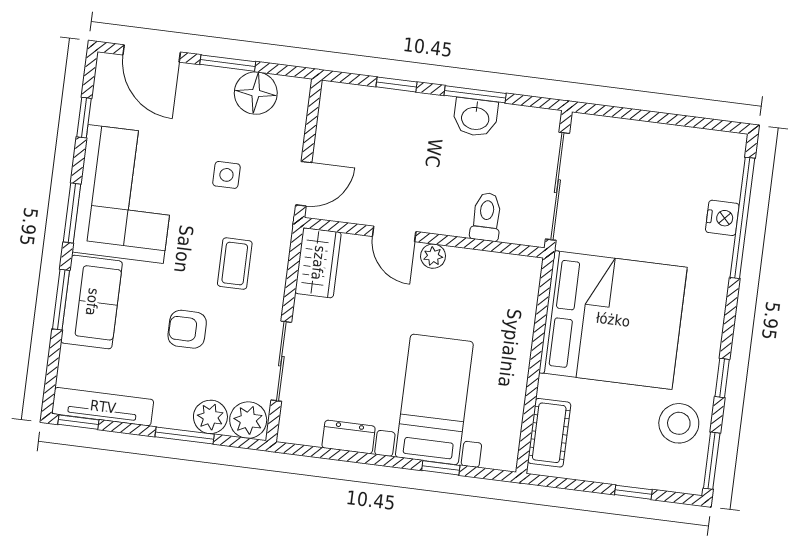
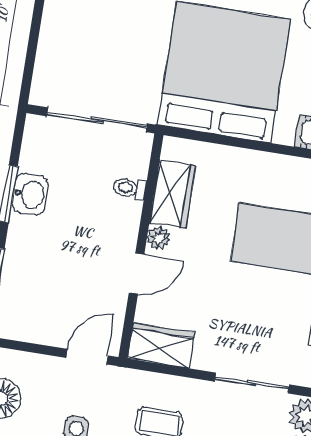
door: (304, 184) -> (87, 357), hinge flipped
toilet: (486, 217) -> (129, 188), width x0.73, depth x0.72
wardrobe: (481, 270) -> (173, 194), added

